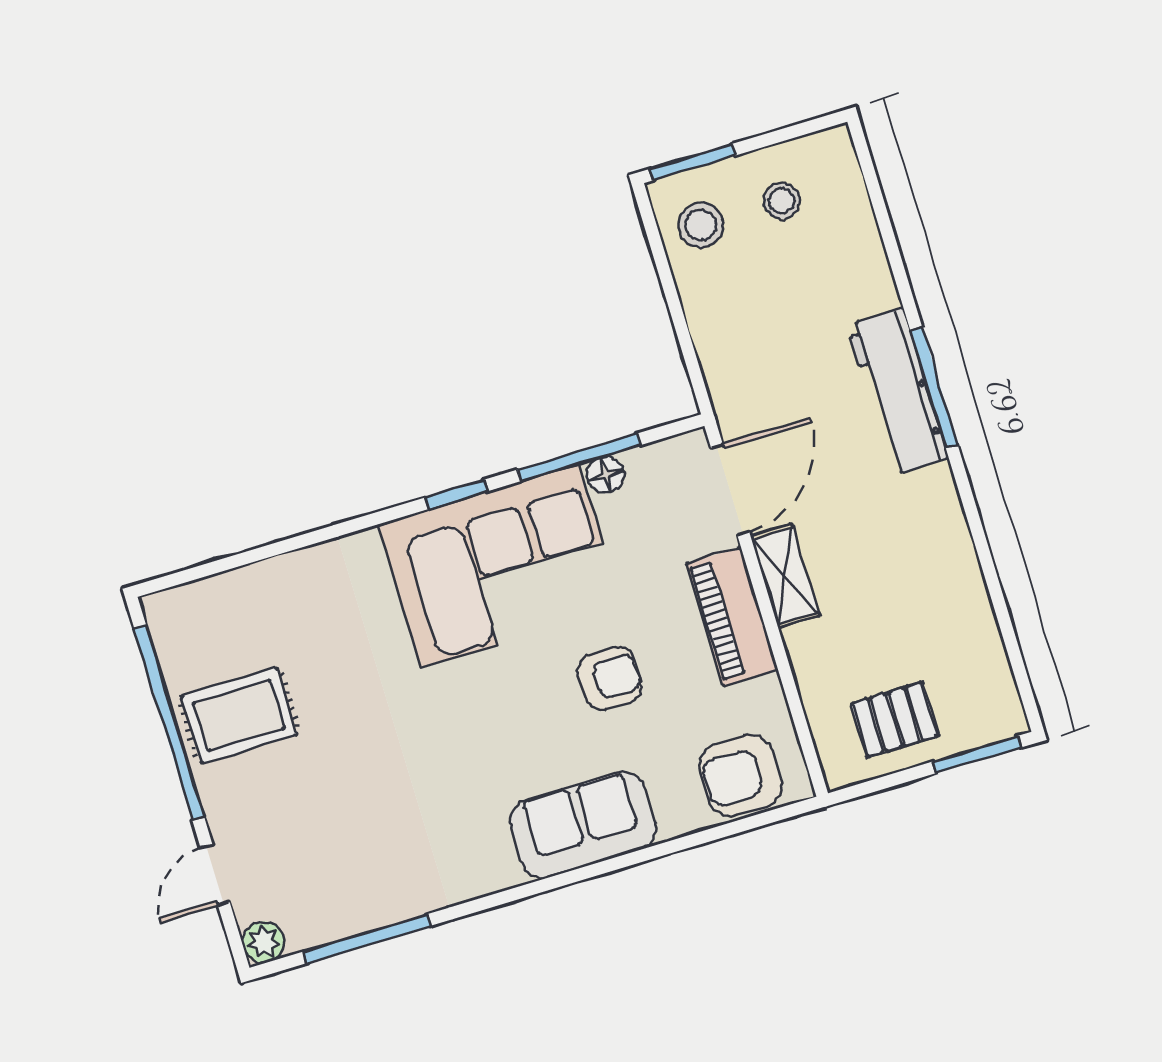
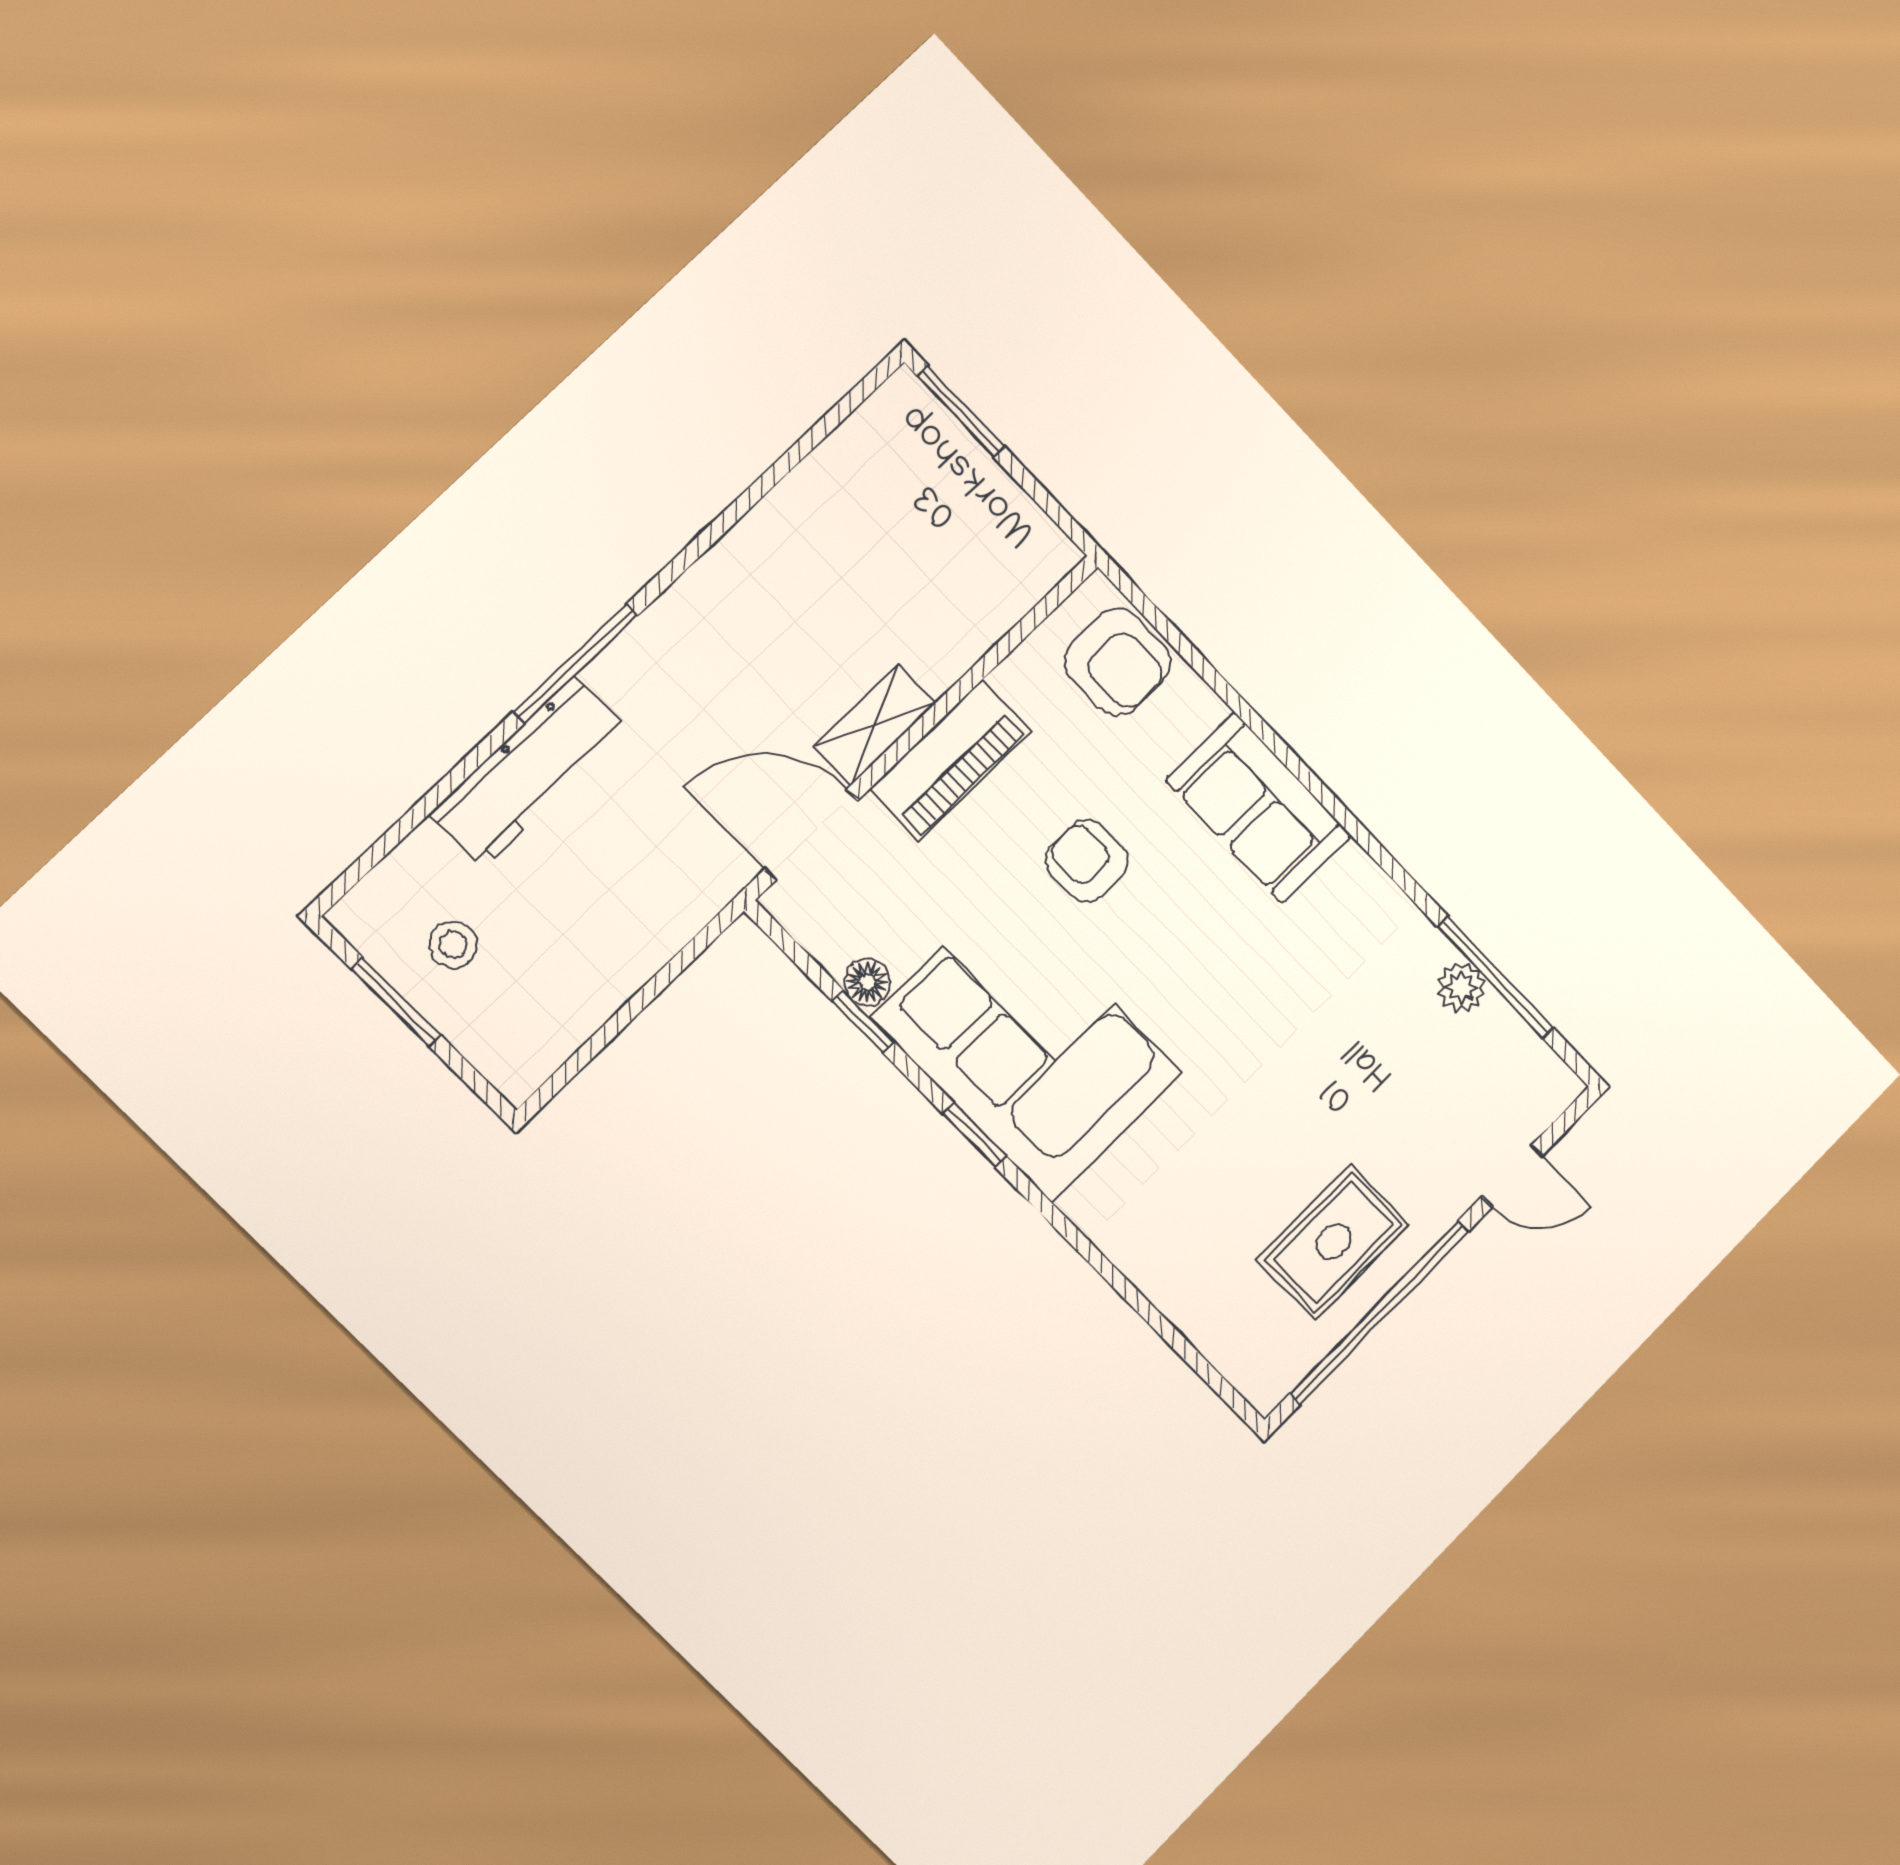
window: (693, 162) -> (396, 1002), moved
stool: (701, 225) -> (530, 1022), removed
workbench: (898, 392) -> (529, 772), moved
window: (579, 457) -> (863, 1022), width x0.46
rug: (239, 716) -> (1333, 1242), turned 90
pallet: (895, 720) -> (969, 522), removed
plant: (263, 942) -> (1461, 987), moved

